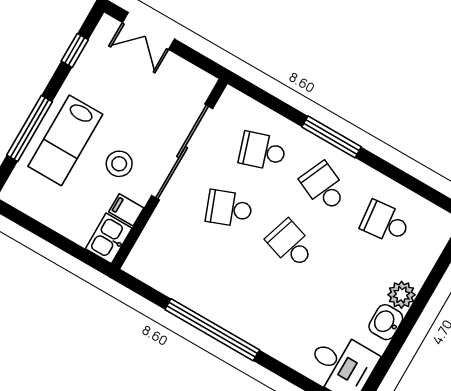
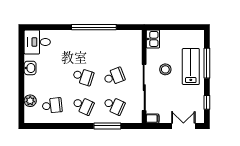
window: (331, 137) -> (107, 126), moved
school desk: (262, 151) -> (114, 106), turned 42
filing cabinet: (126, 210) -> (153, 119), moved
plant: (401, 295) -> (30, 101), moved

